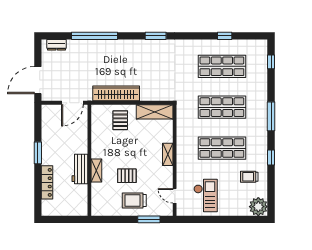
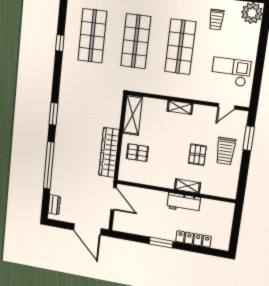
window: (156, 36) -> (53, 114), moved
window: (225, 36) -> (60, 43), moved

